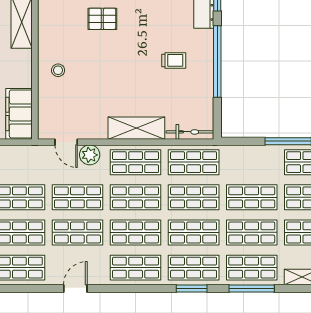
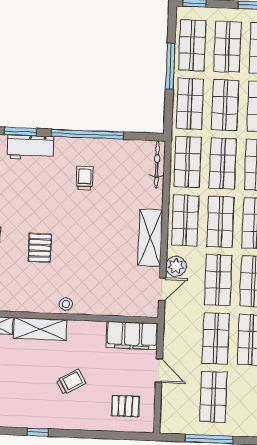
stool: (58, 70) -> (66, 304), moved
shelving: (136, 128) -> (150, 238), moved
shop shelf: (252, 162) -> (190, 104), added

